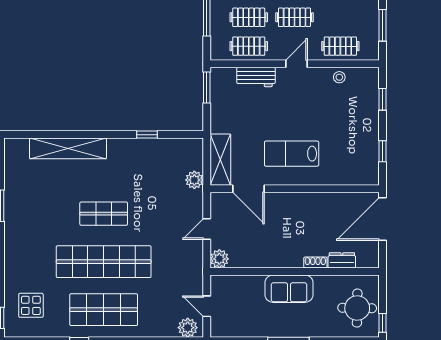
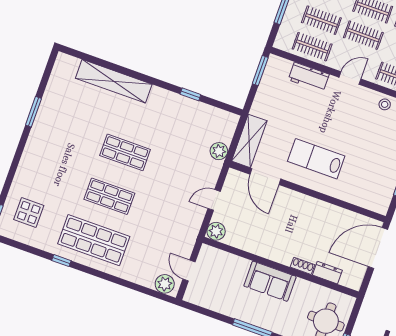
shop shelf: (104, 262) -> (109, 196), width x0.50, depth x0.74

